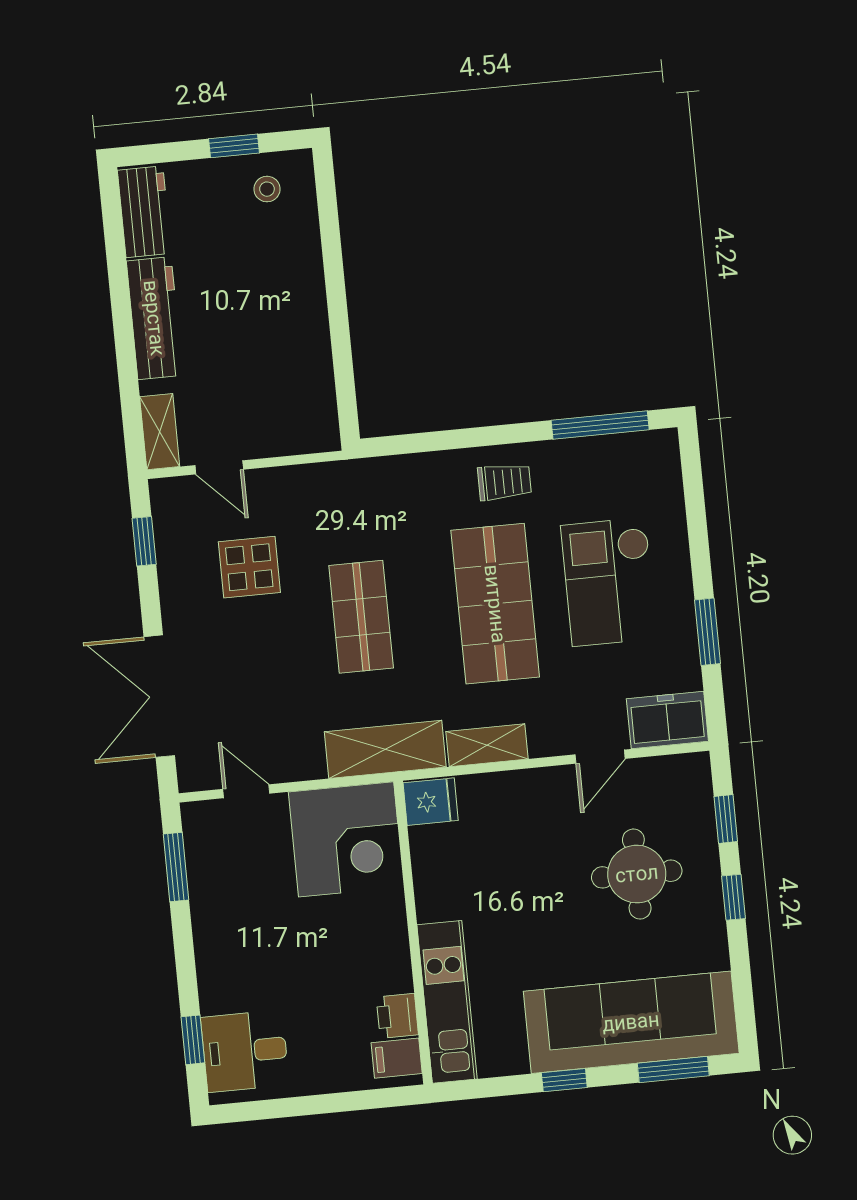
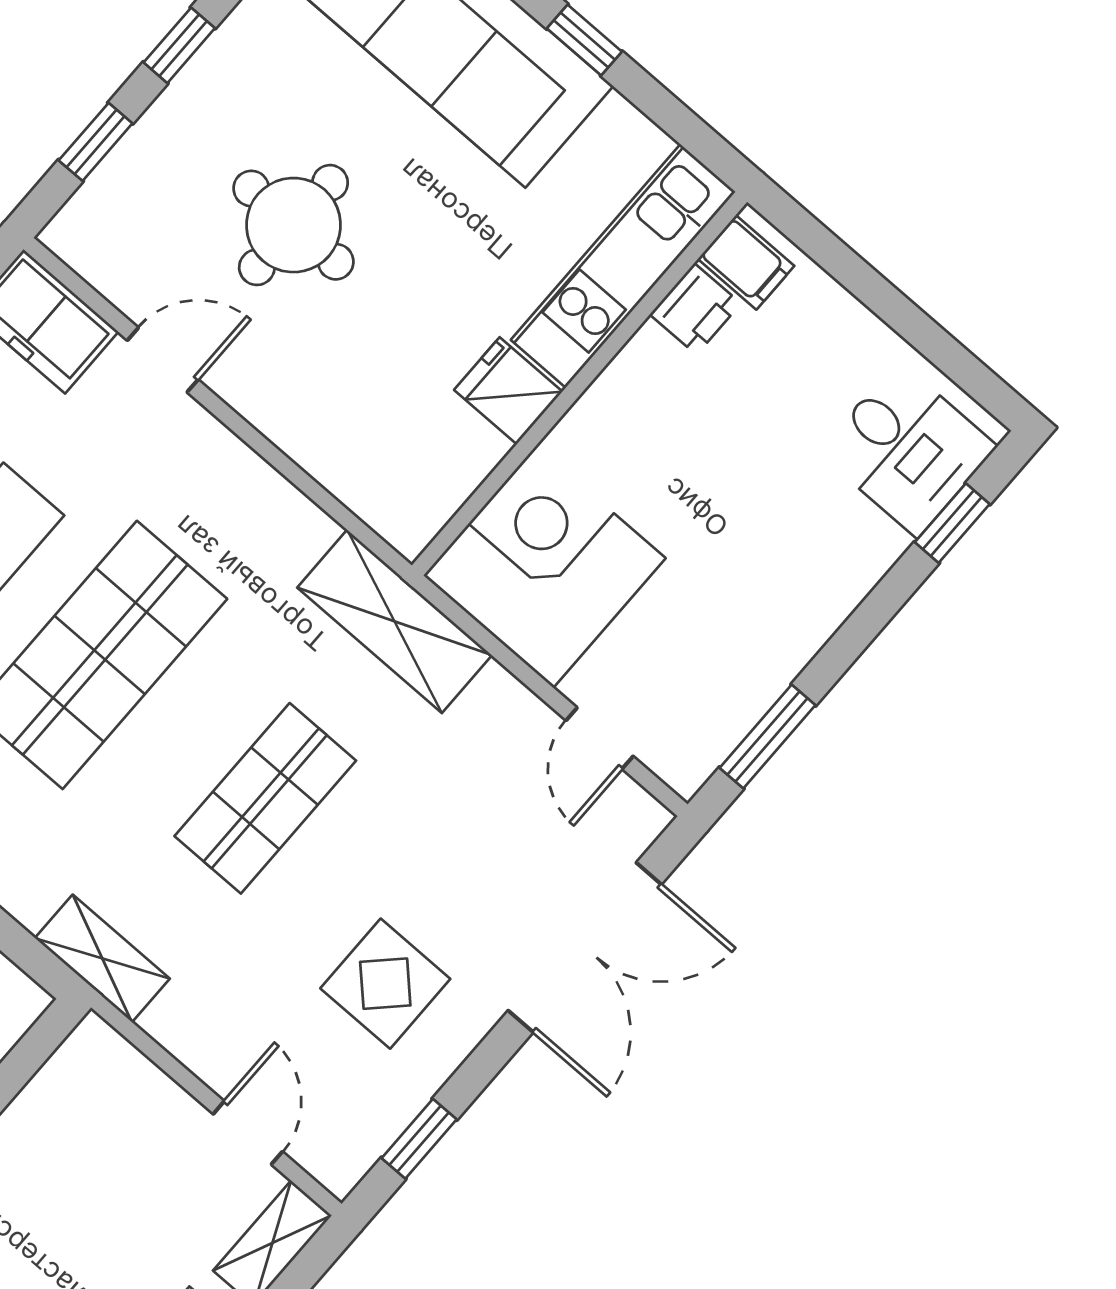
display table: (249, 567) -> (385, 984), moved
shelving: (487, 745) -> (102, 958), moved
fridge: (431, 802) -> (508, 391), moved
round table: (637, 874) -> (293, 225), moved

